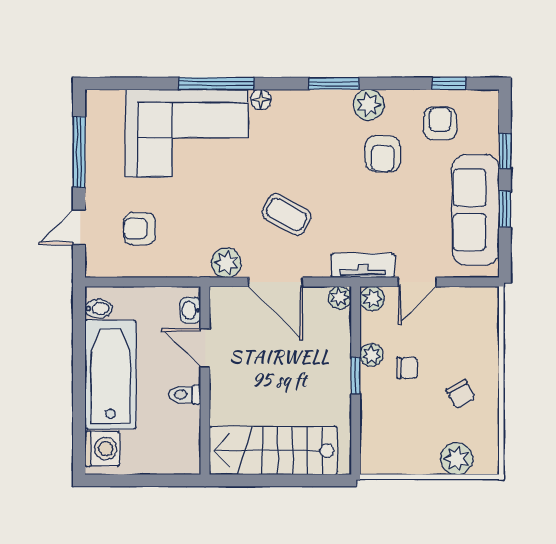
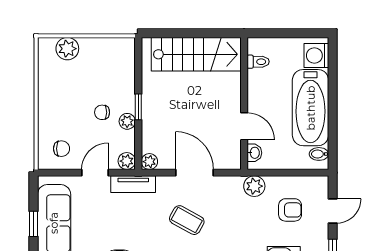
plant: (226, 263) -> (254, 186), moved
chair: (461, 394) -> (61, 149), moved, turned 119
toilet: (185, 395) -> (258, 62), moved

